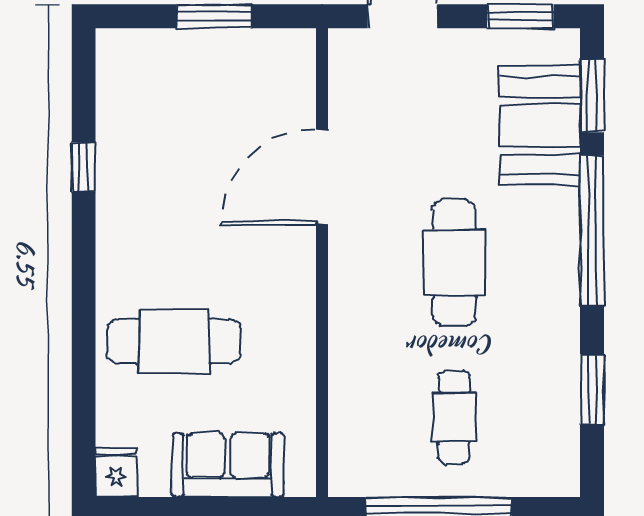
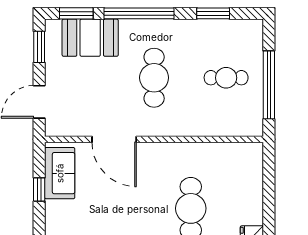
window: (214, 16) -> (39, 190), width x0.67
cafe table: (454, 263) -> (154, 78), turned 90
sofa: (228, 465) -> (60, 173), moved, turned 180

